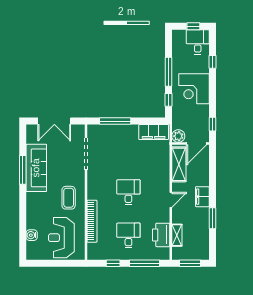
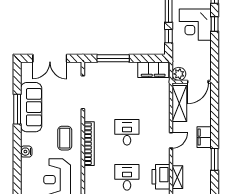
window: (213, 124) -> (215, 24), moved
bookcase: (92, 221) -> (89, 144), moved
water cooler: (32, 235) -> (26, 152), moved

